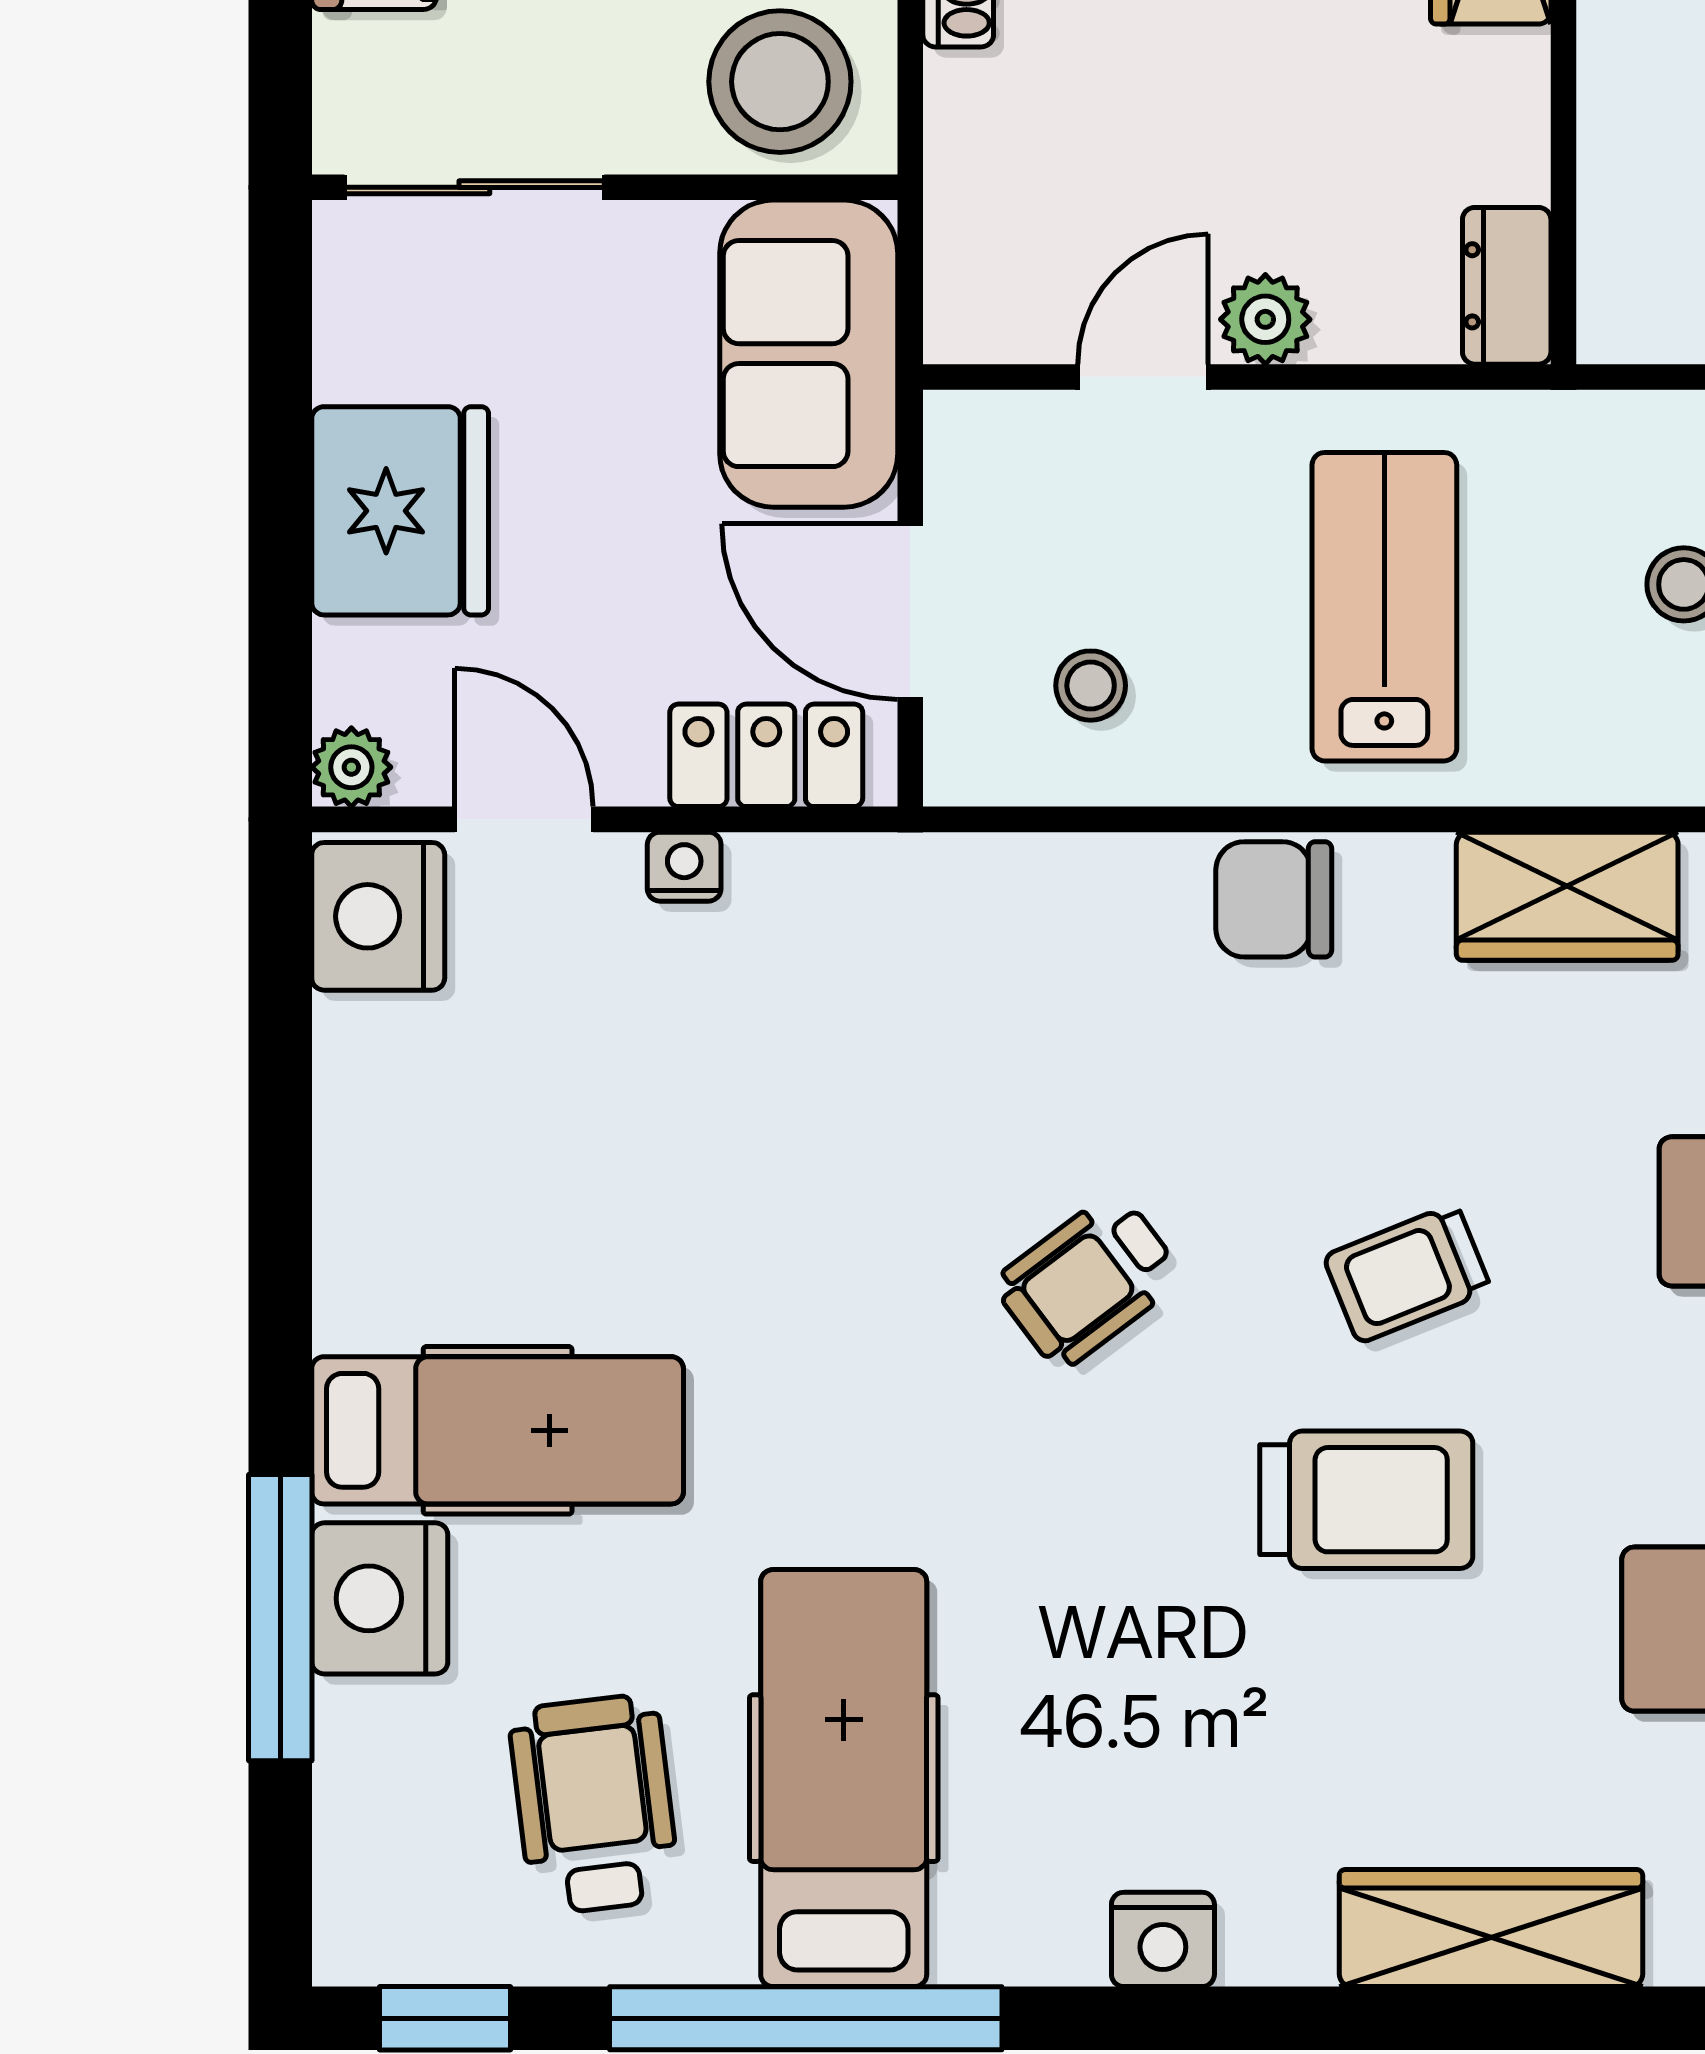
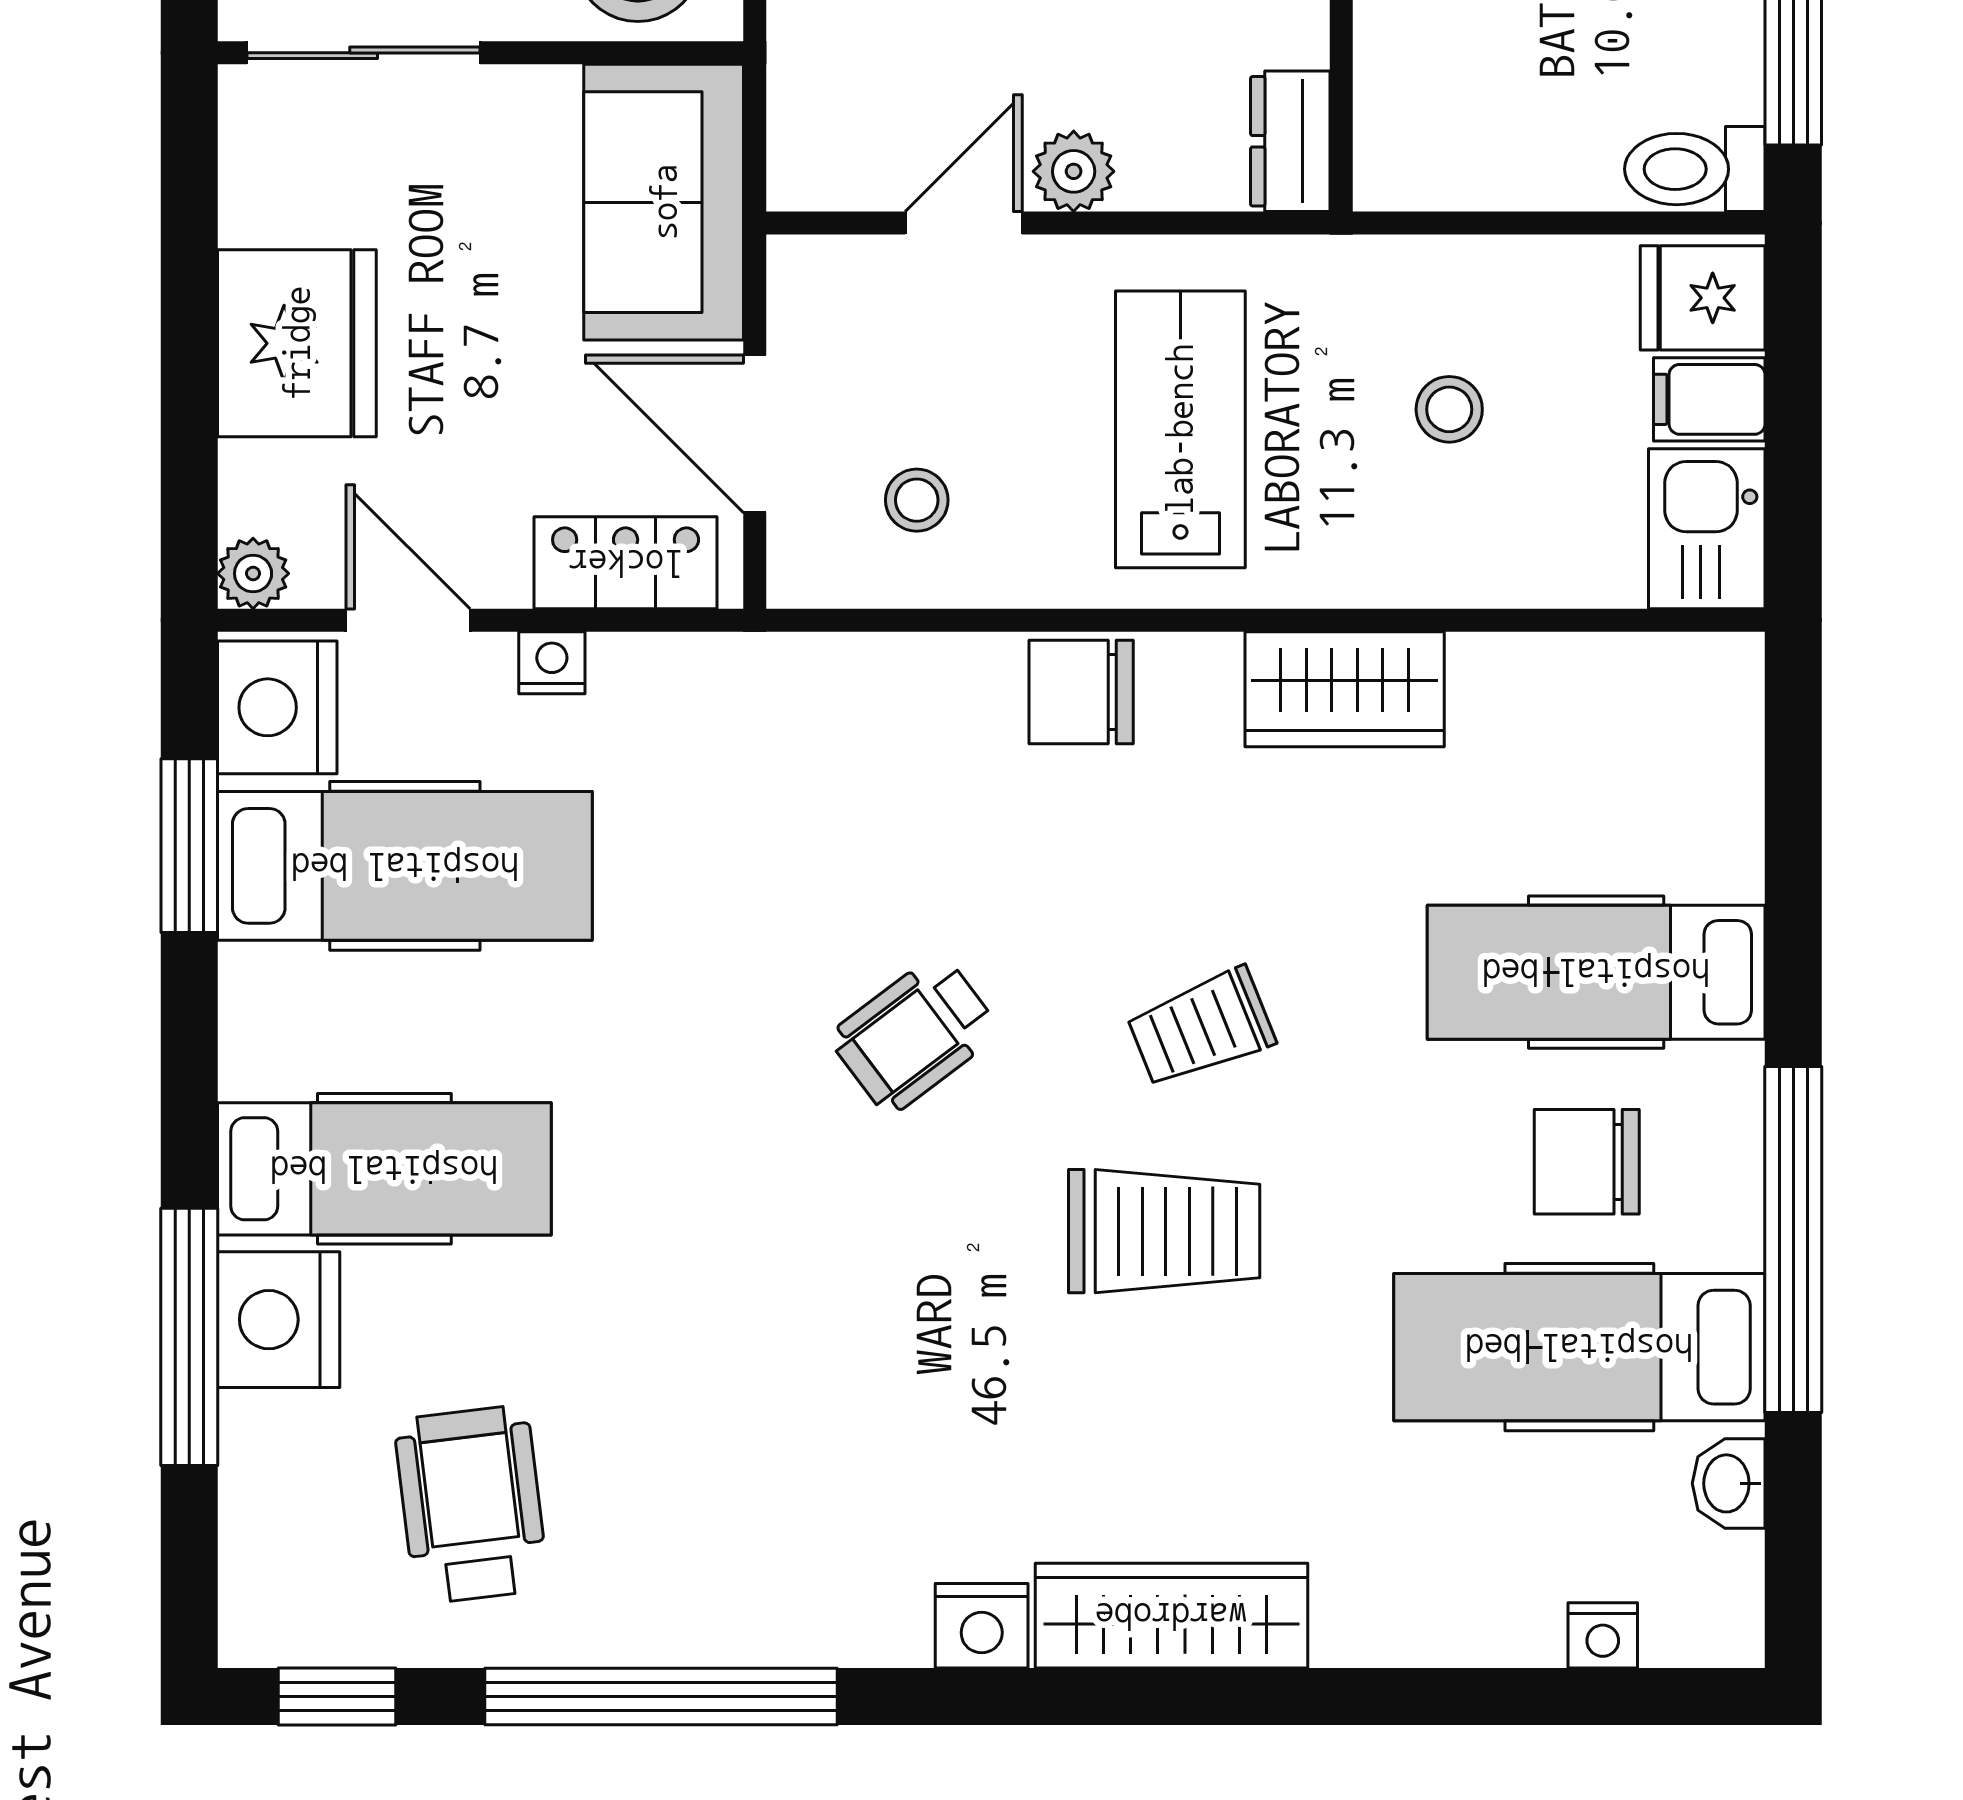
window: (280, 1070) -> (189, 846), added
hospital bed: (844, 1778) -> (405, 866), moved, turned 90
wardrobe: (1491, 1928) -> (1171, 1616), moved

